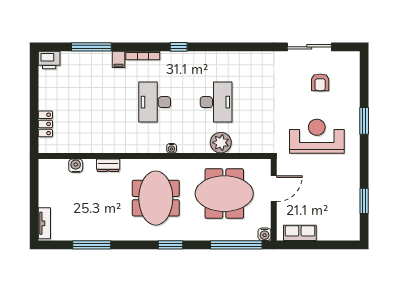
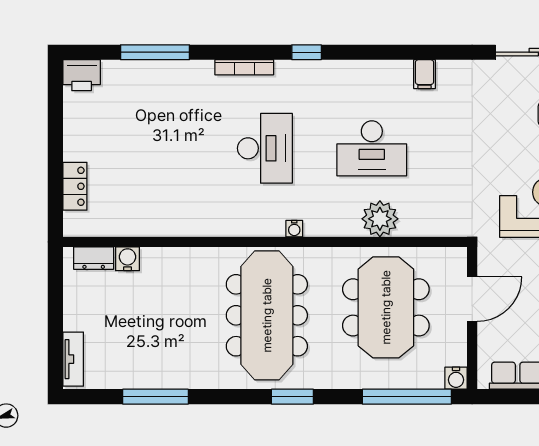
filing cabinet: (118, 59) -> (424, 74), moved
desk: (155, 102) -> (265, 148), turned 180
desk: (216, 102) -> (372, 148), turned 90
dresser: (108, 165) -> (94, 258), moved
meeting table: (224, 194) -> (386, 307), turned 90
meeting table: (156, 198) -> (267, 315), width x1.36

